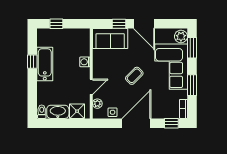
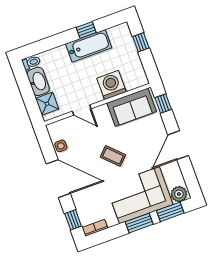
window: (119, 24) -> (163, 104), moved
sofa: (110, 39) -> (132, 107), moved, turned -90
washing machine: (85, 62) -> (112, 85), width x1.89, depth x1.89
window: (192, 85) -> (139, 223), moved
plant: (97, 104) -> (65, 124), removed

